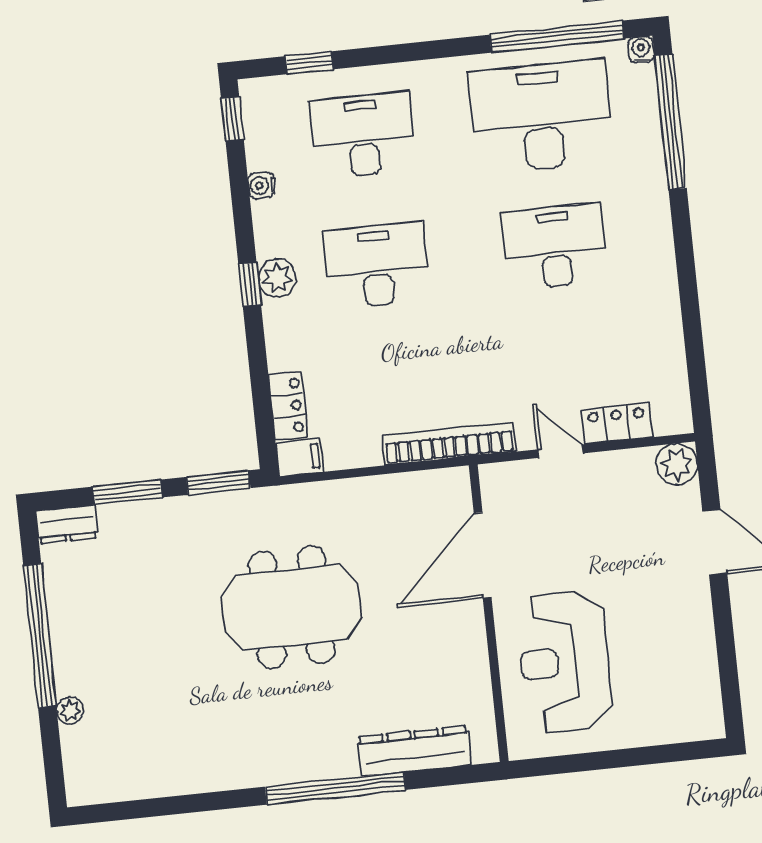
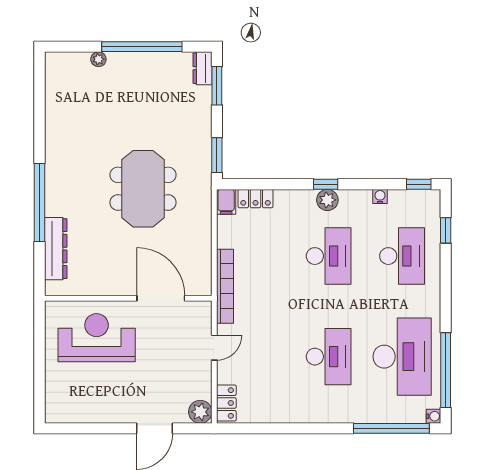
locker: (617, 424) -> (226, 403), moved
window: (127, 492) -> (217, 86), moved

